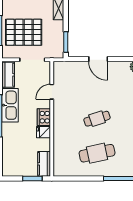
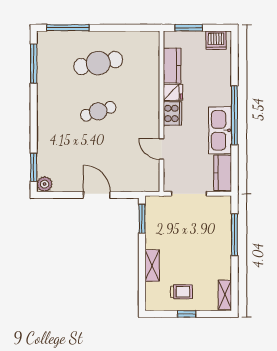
pallet: (24, 32) -> (201, 232), removed
door: (52, 92) -> (162, 149), swing flipped
kitchen counter: (44, 164) -> (172, 66), moved
dishwasher: (13, 170) -> (216, 40), added

